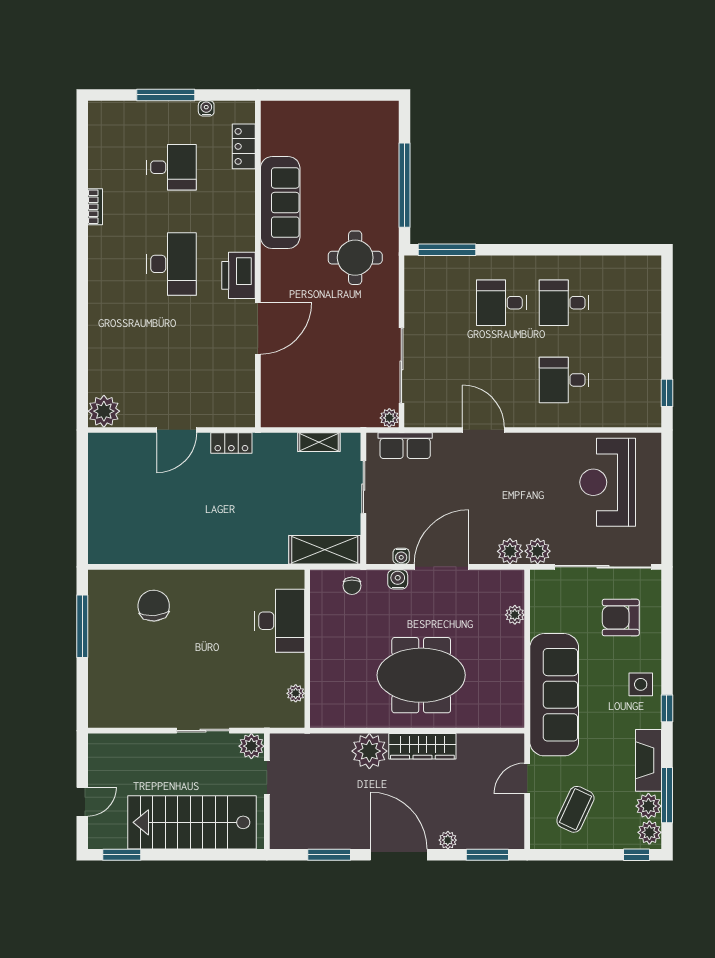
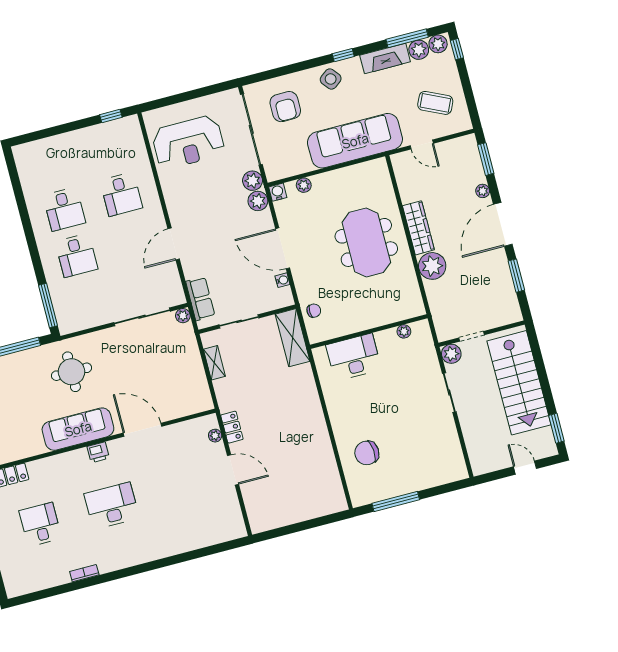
sofa: (280, 203) -> (78, 429), moved
printer: (239, 275) -> (98, 452), width x0.53, depth x0.68
plant: (104, 411) -> (215, 436), moved, width x0.53, depth x0.53
water cooler: (398, 579) -> (278, 192), moved, turned 90
side table: (641, 684) -> (331, 79), turned -38

